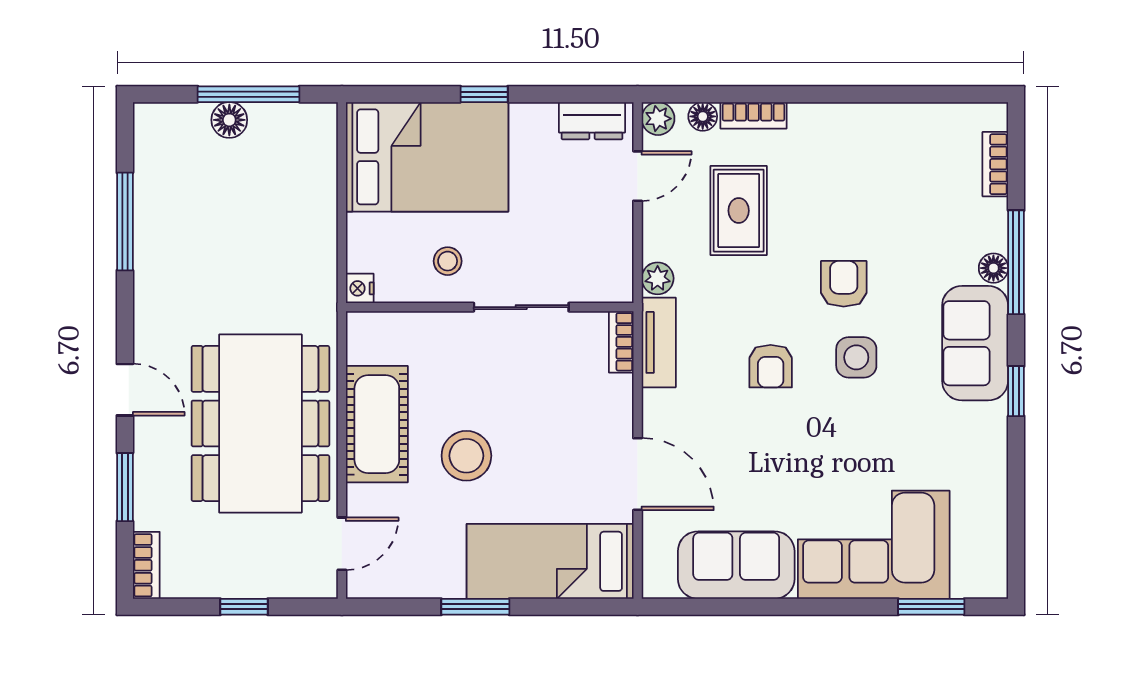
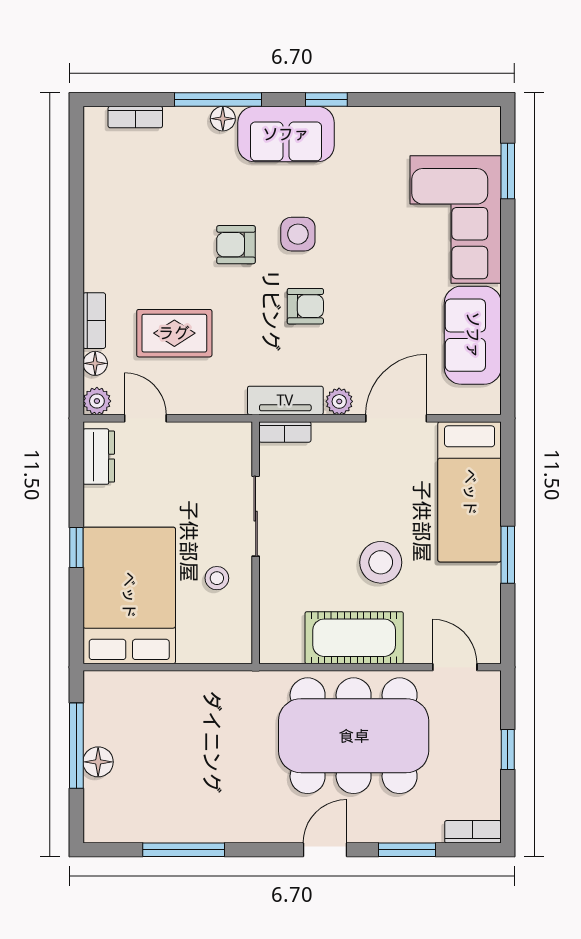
plant: (658, 278) -> (339, 401), moved
nightstand: (360, 288) -> (240, 652), removed

